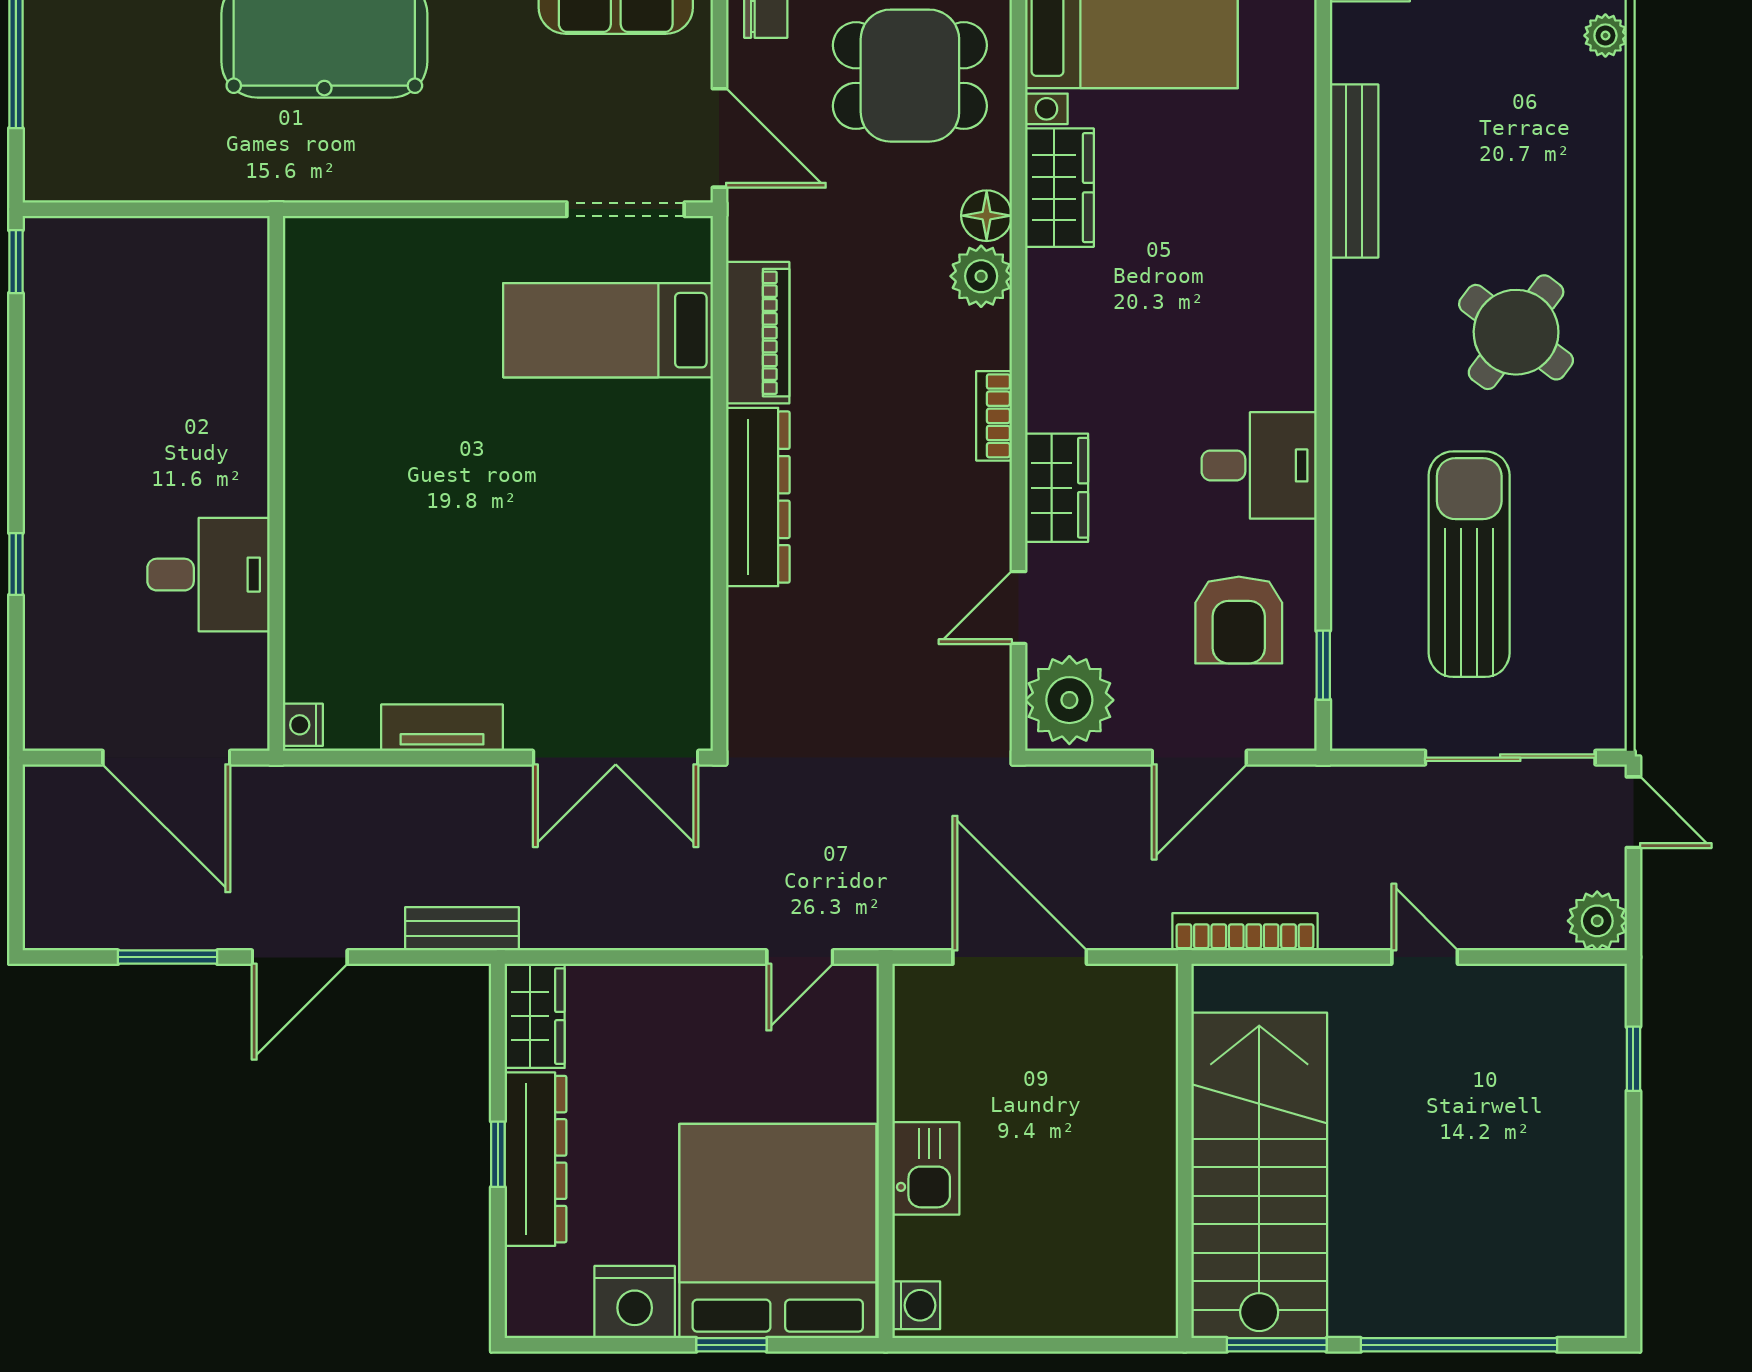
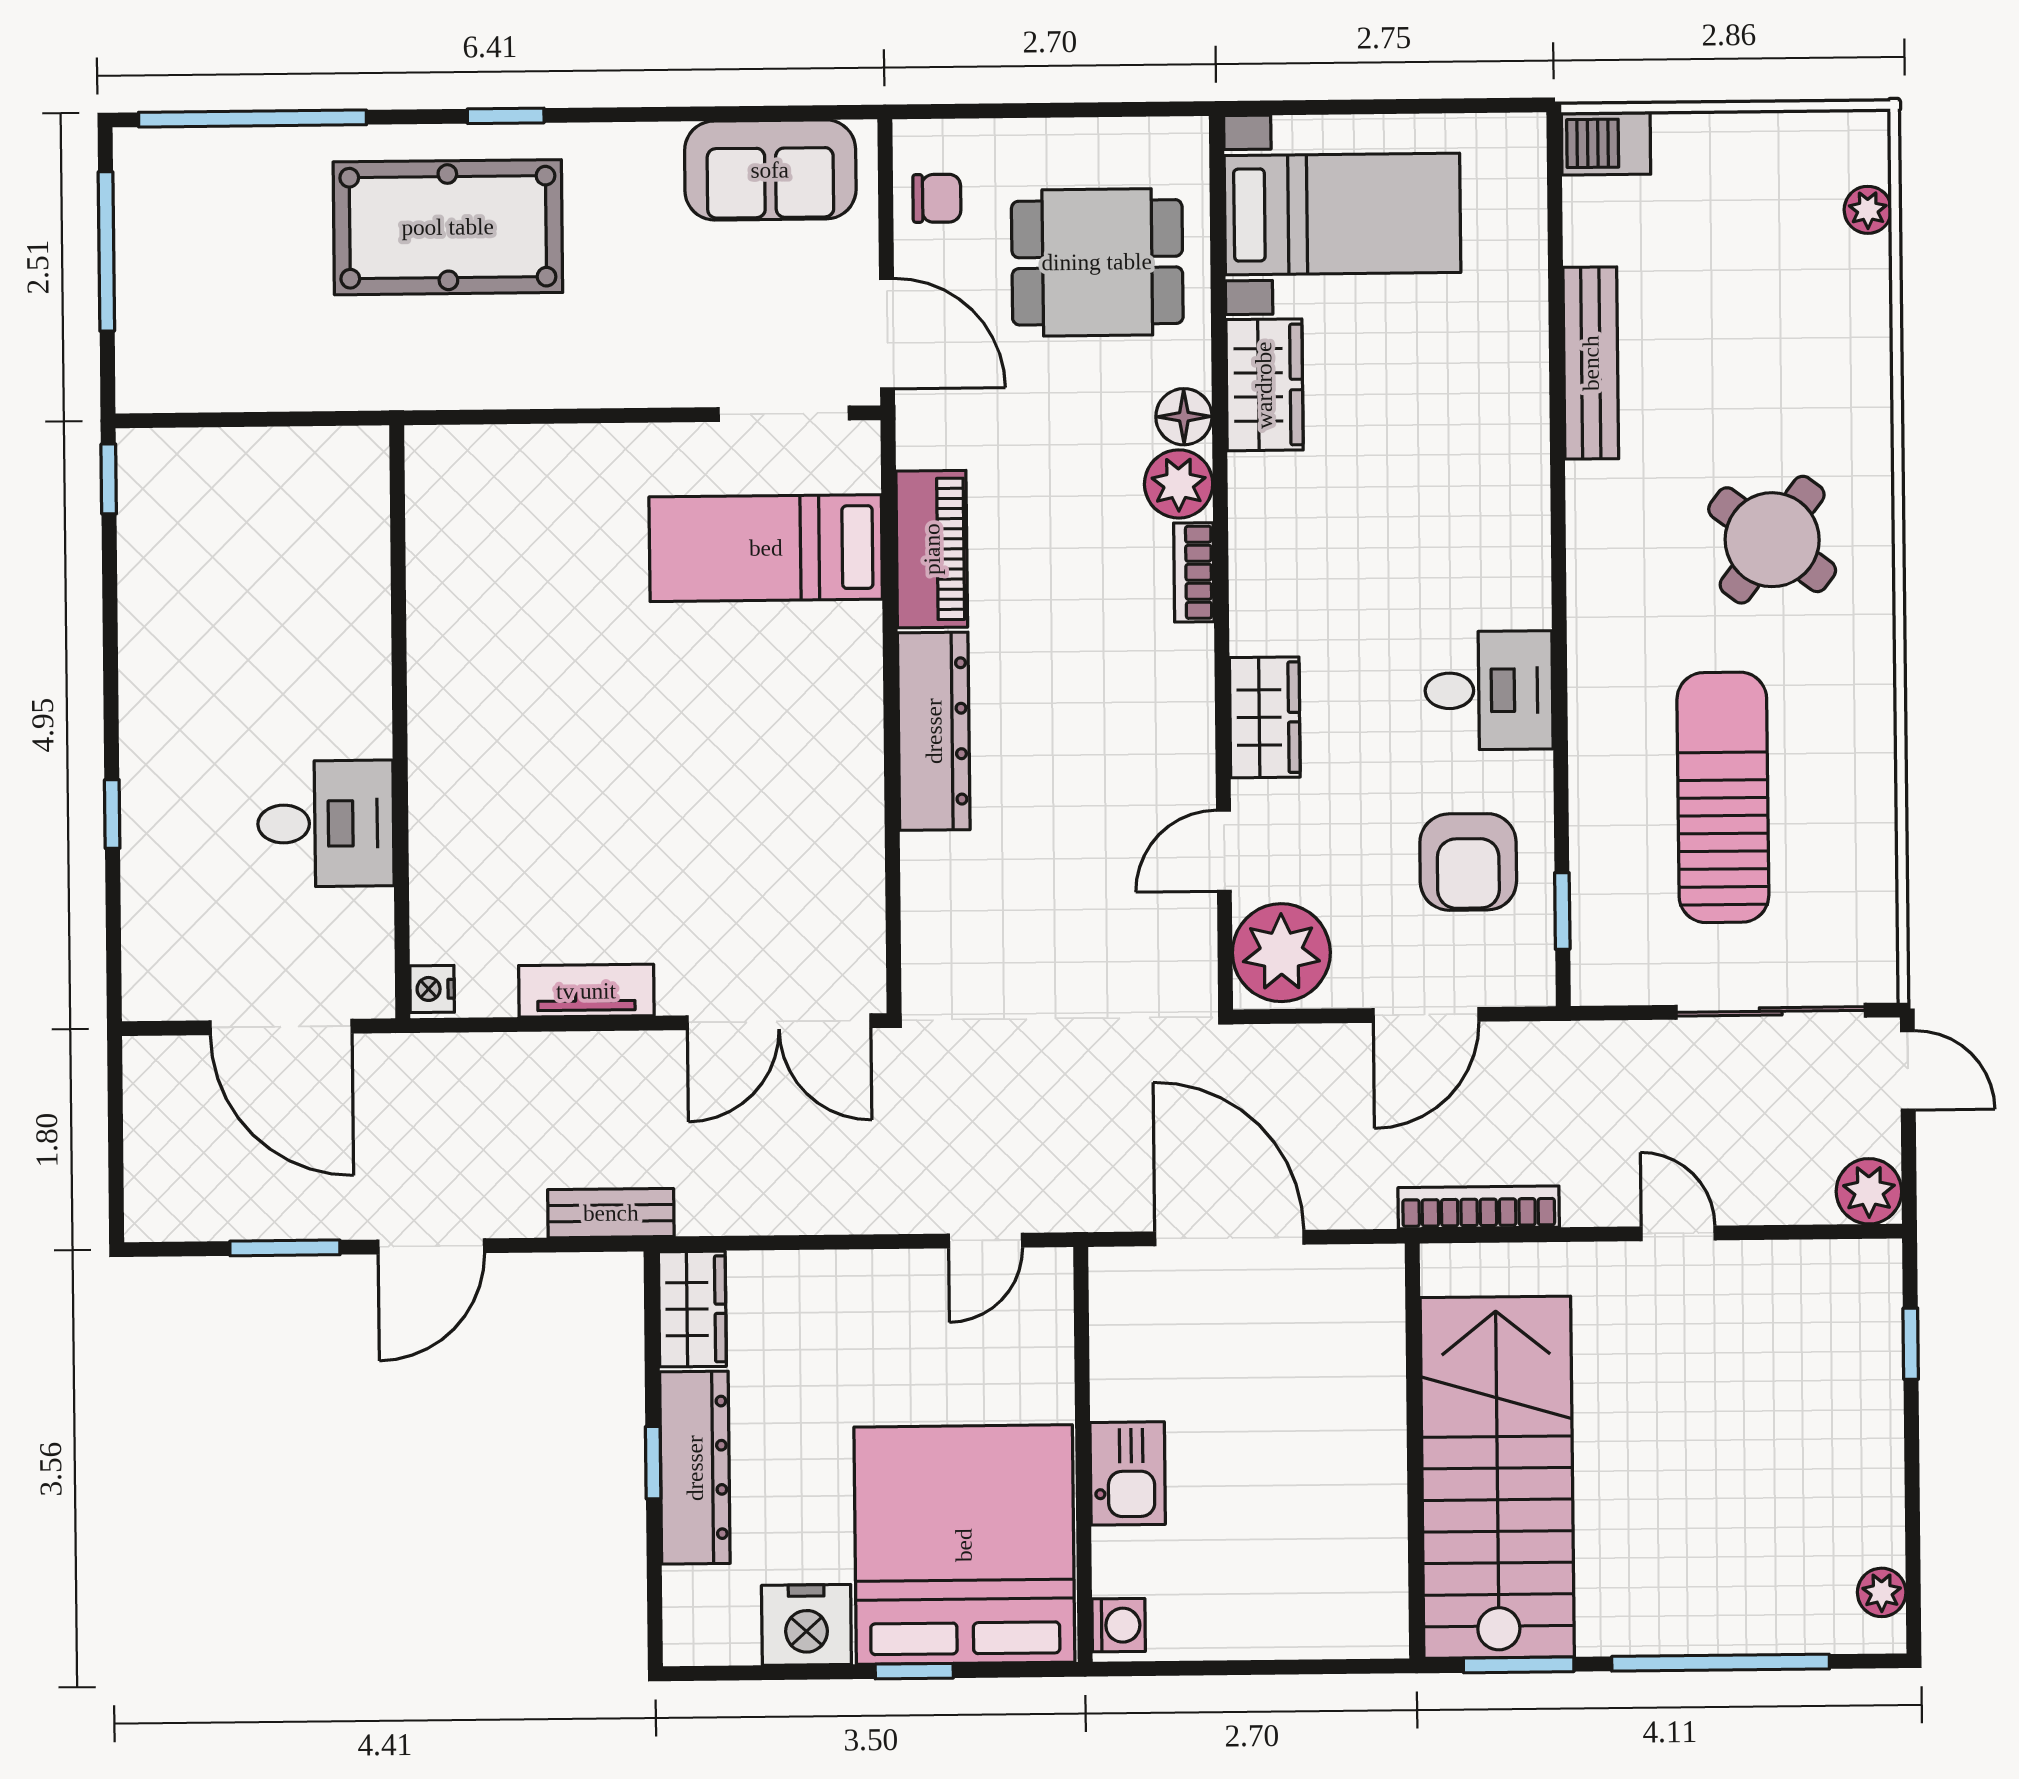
bookcase: (994, 416) -> (1194, 572), moved
plant: (1605, 1283) -> (1882, 1592), added

